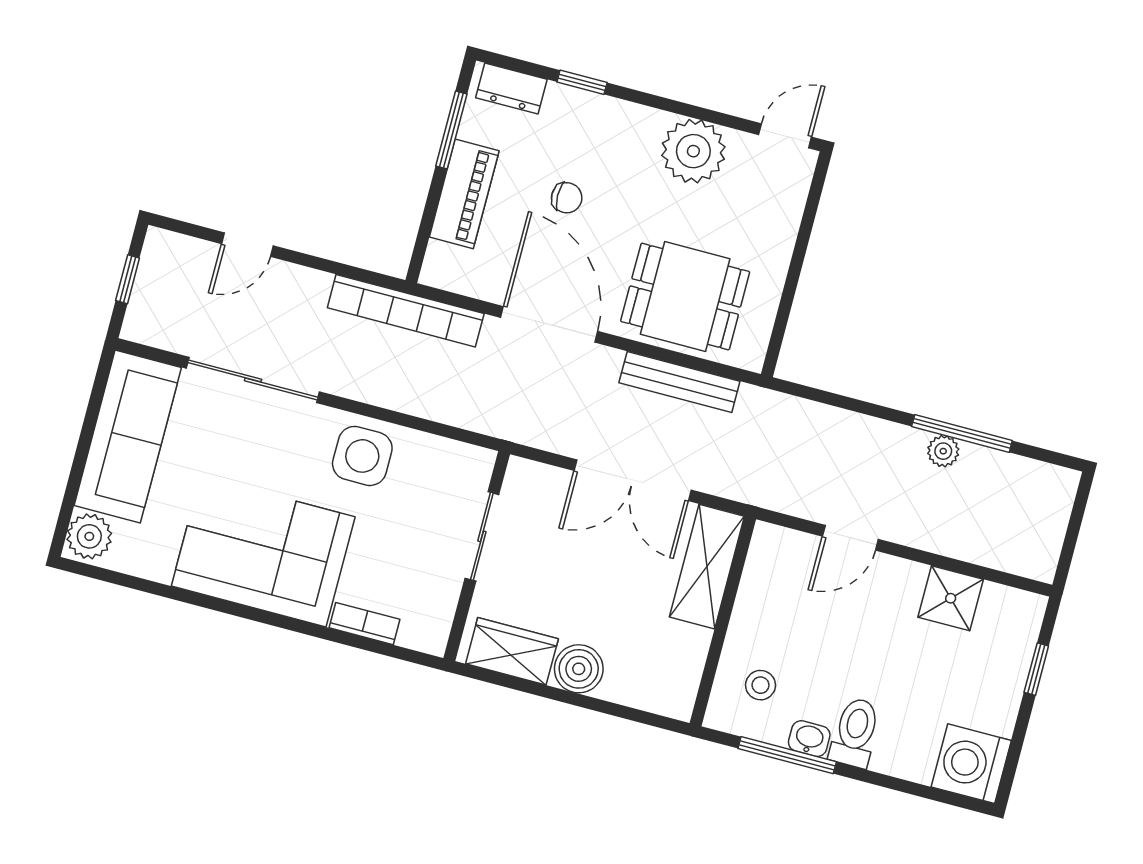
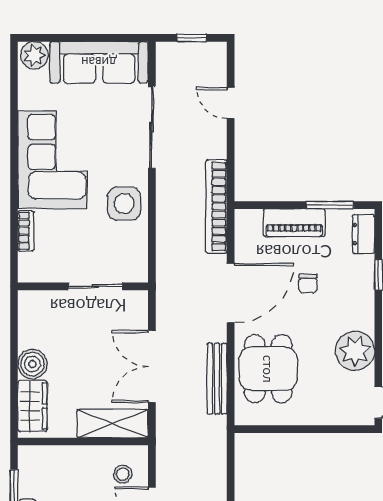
wardrobe: (512, 651) -> (32, 406), moved
stool: (761, 685) -> (123, 474), moved

